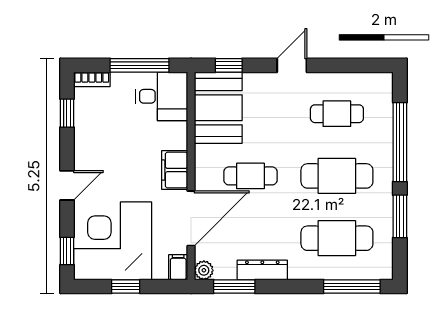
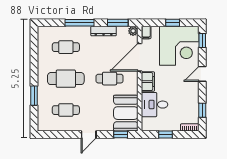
window: (140, 65) -> (166, 134), width x0.46
desk: (161, 96) -> (155, 105), moved
window: (400, 142) -> (34, 96), width x0.47
window: (400, 216) -> (34, 58), removed
cafe table: (337, 238) -> (66, 47), width x0.73, depth x0.74
window: (352, 286) -> (79, 23), moved

